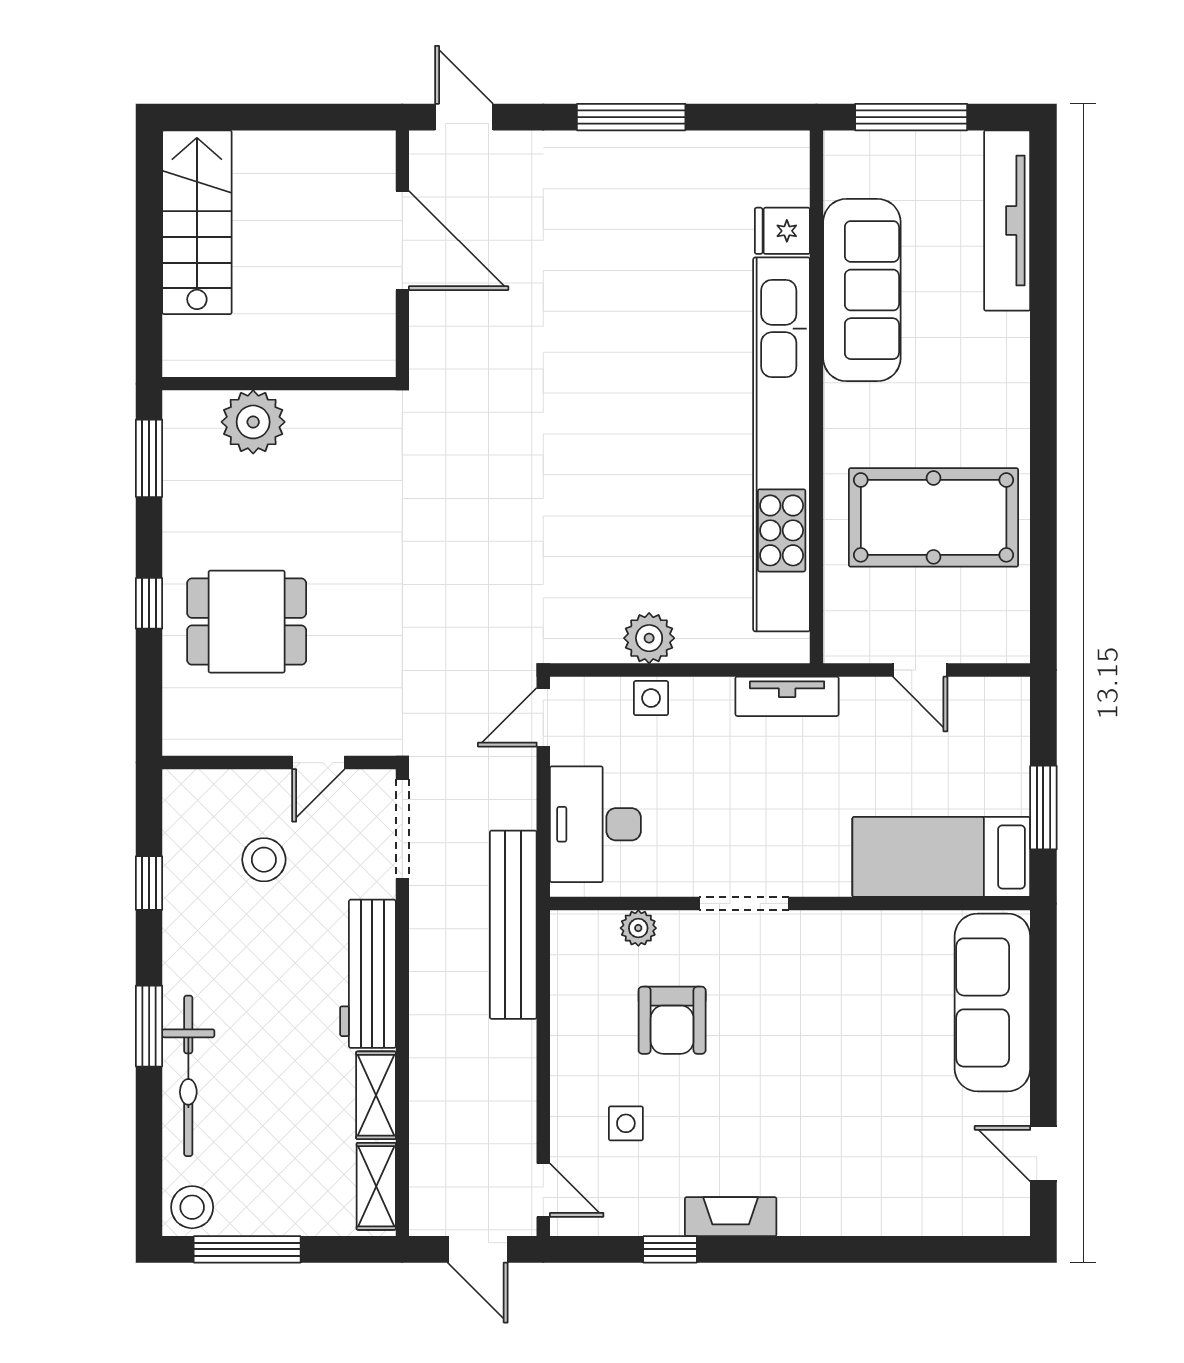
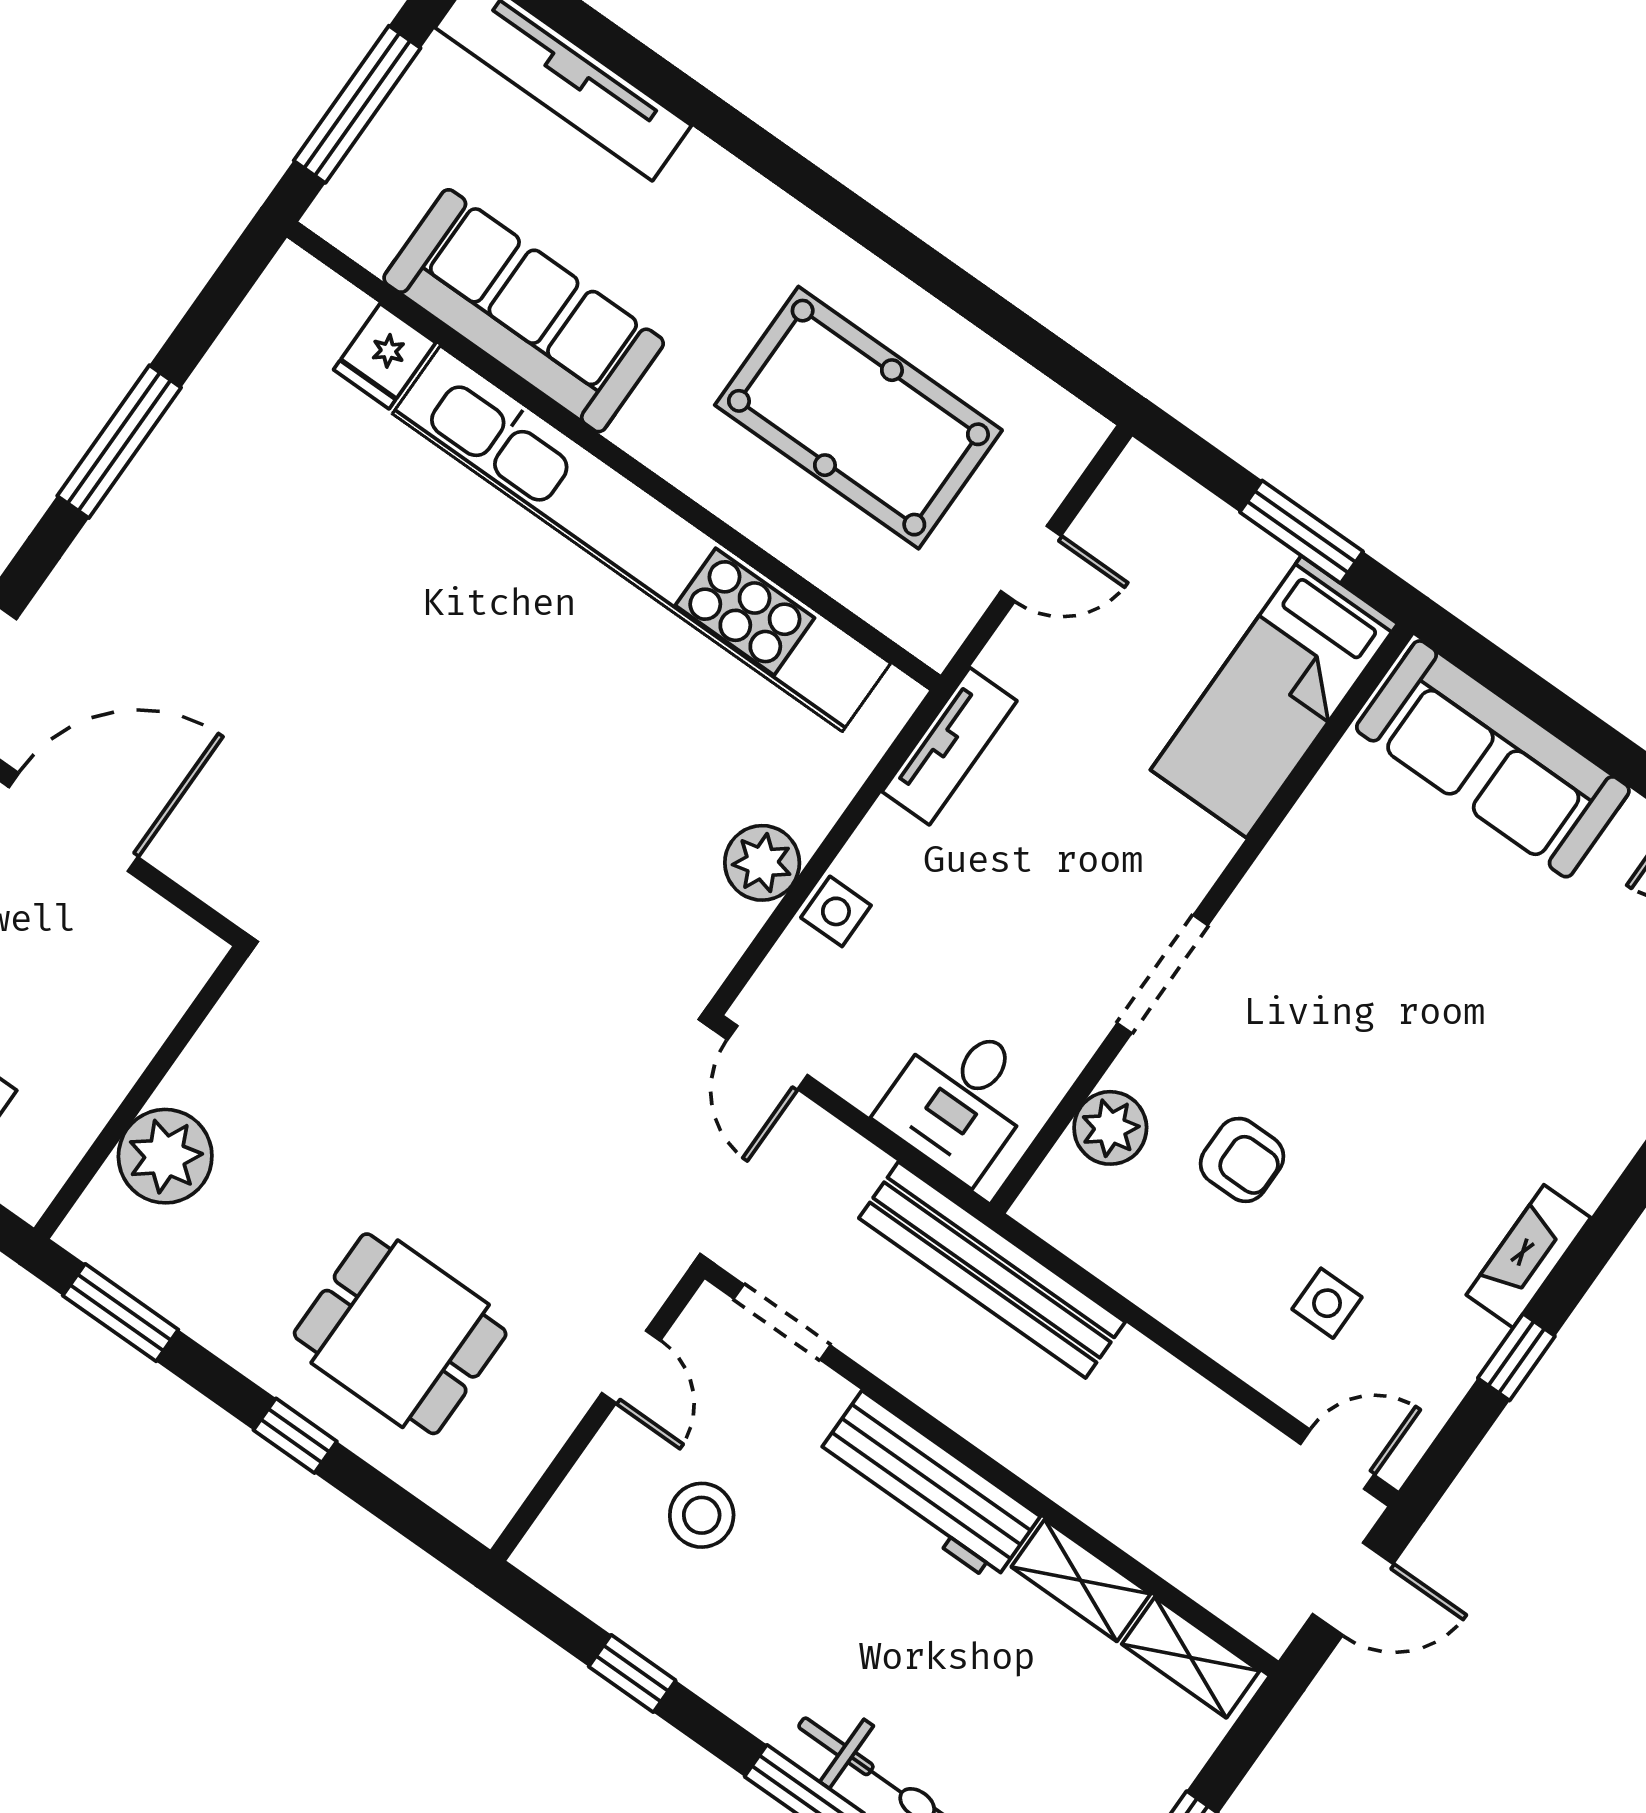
pool table: (934, 517) -> (858, 418), turned 90
dining table: (247, 622) -> (400, 1334), turned 90
desk: (595, 824) -> (960, 1099), width x0.73
doorway: (402, 829) -> (782, 1322), width x0.73
plant: (638, 928) -> (1110, 1128), width x1.38, depth x1.38
armchair: (672, 1020) -> (1242, 1160), width x0.72, depth x0.72

